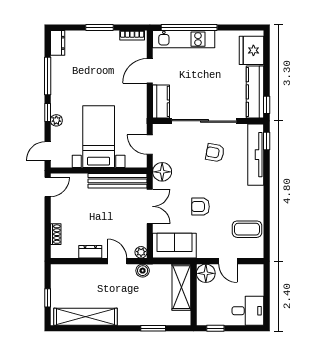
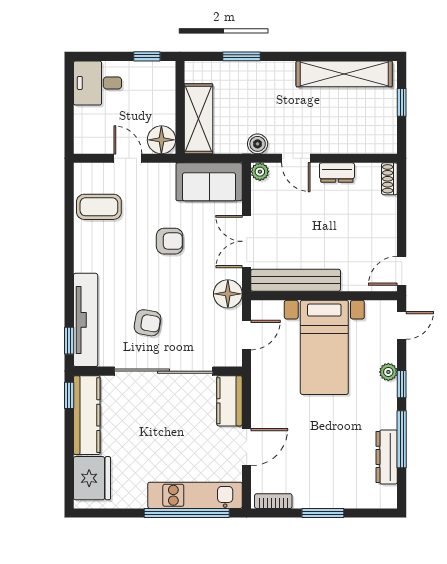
dresser: (58, 43) -> (387, 457), moved, width x1.44
door: (150, 145) -> (247, 335), hinge flipped
shoe rack: (56, 234) -> (389, 179), moved

